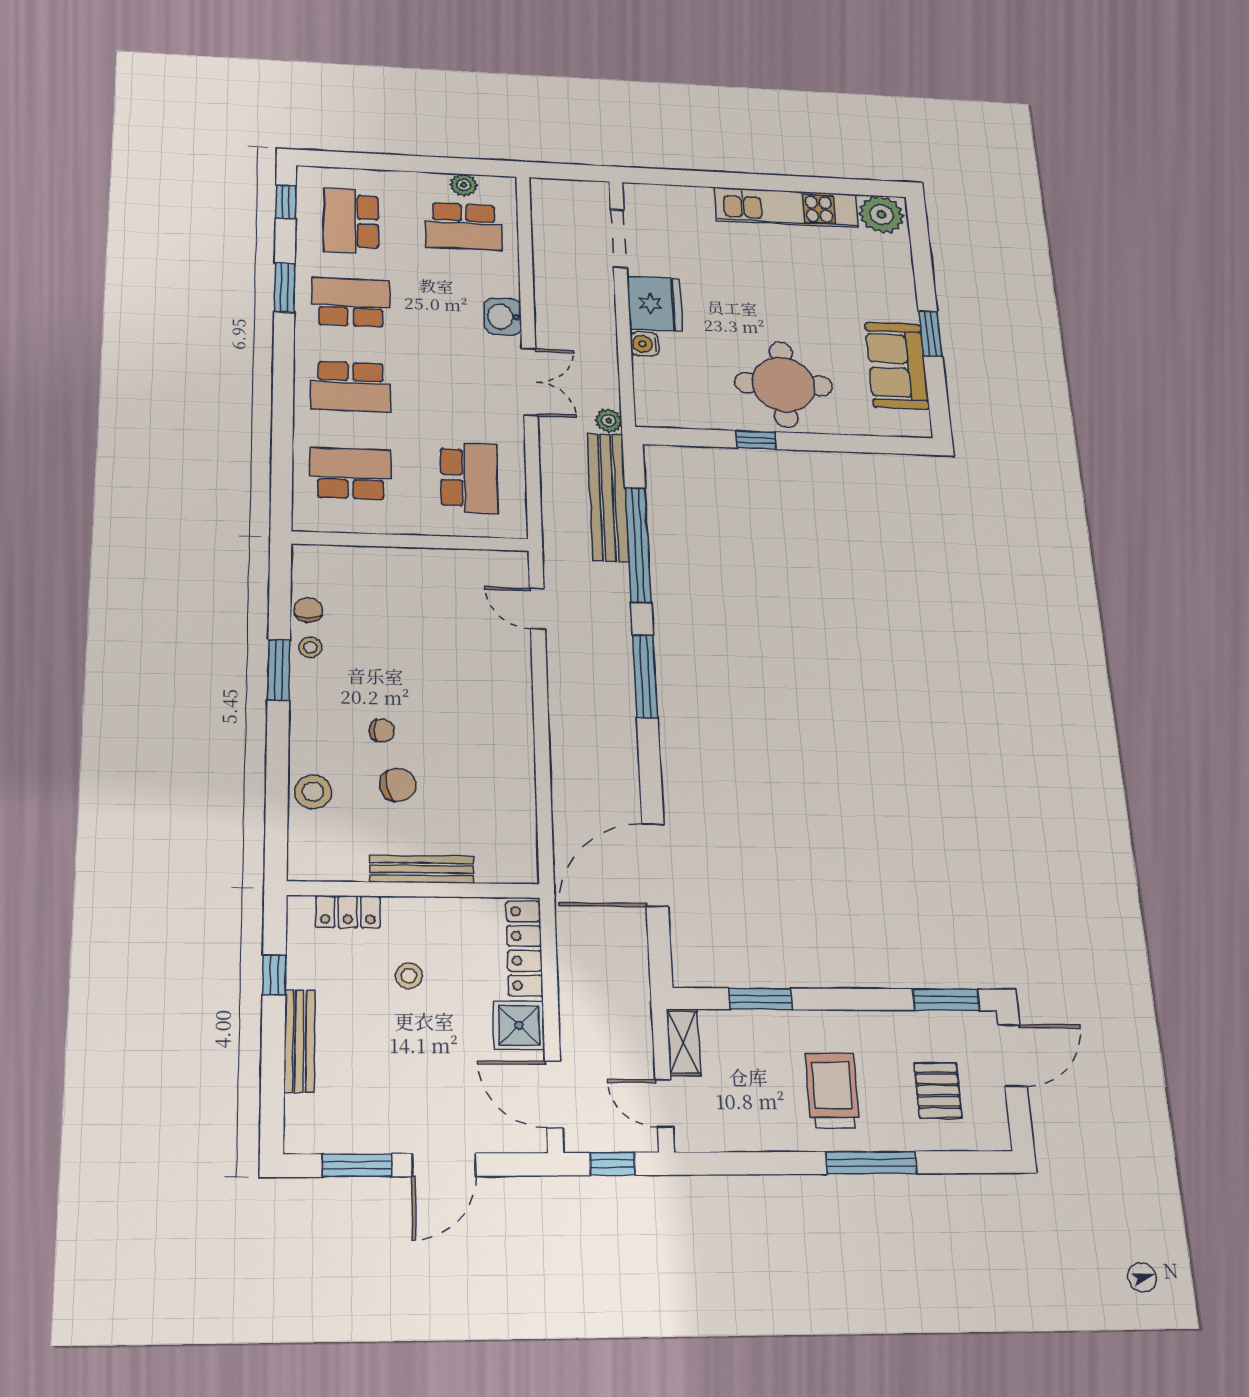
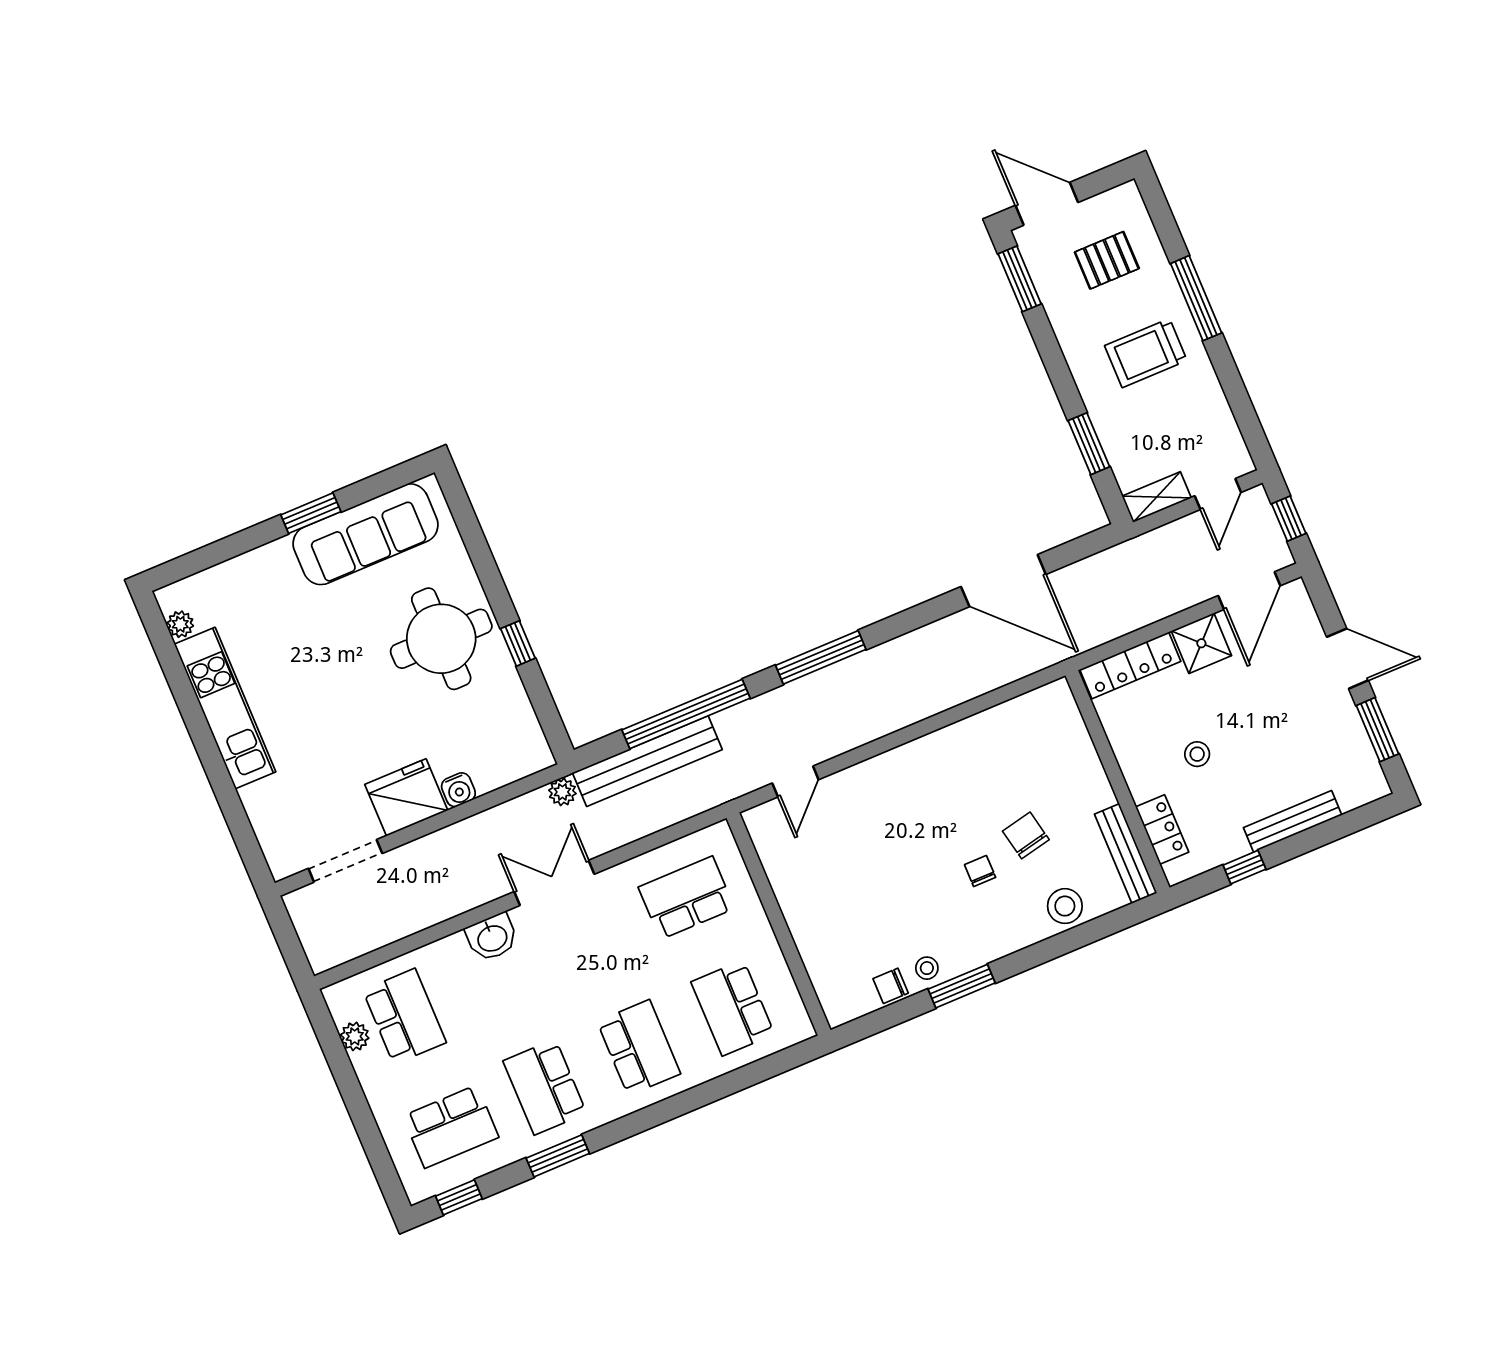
plant: (882, 215) -> (180, 624), width x0.53, depth x0.53
sofa: (897, 366) -> (366, 534), width x1.36
bench: (422, 869) -> (1126, 853), moved

